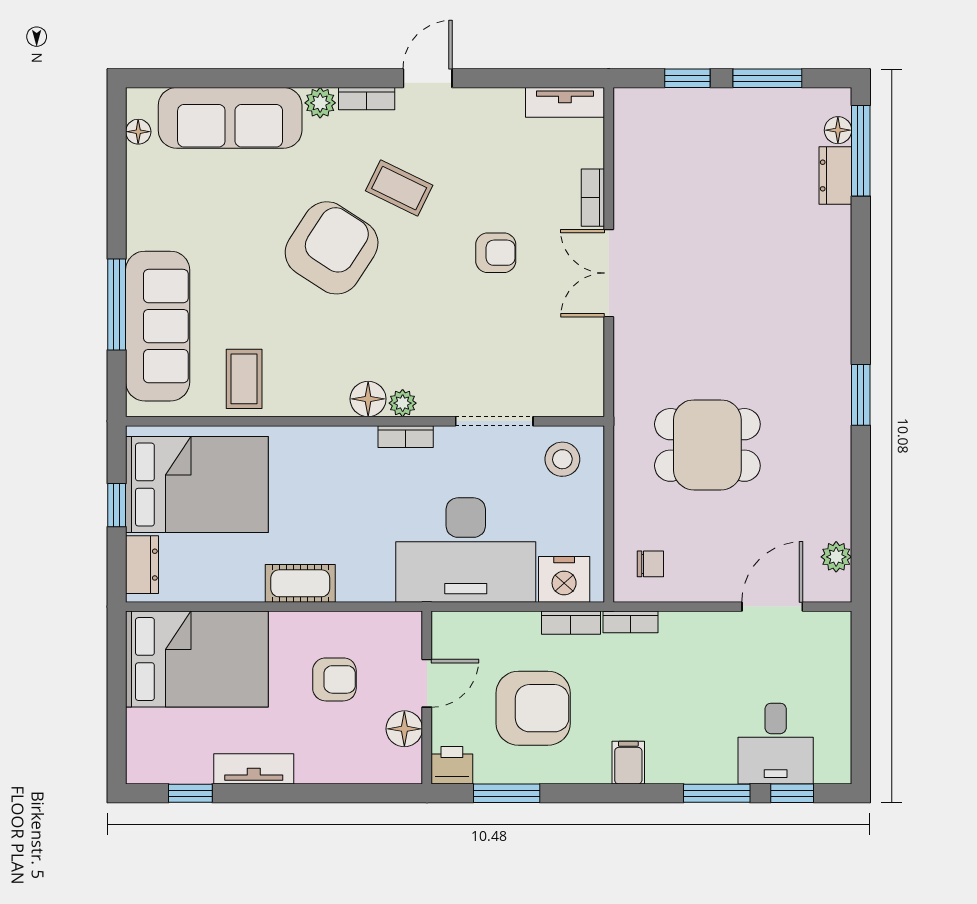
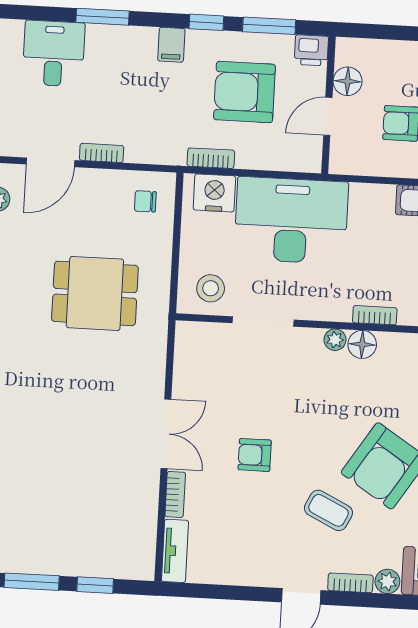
tv unit: (565, 102) -> (175, 551), moved, turned 90
bookcase: (406, 437) -> (375, 315), moved
bookcase: (631, 622) -> (102, 153), moved
window: (792, 793) -> (206, 22), moved

